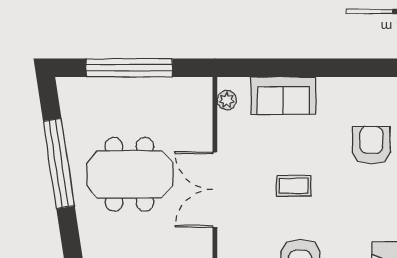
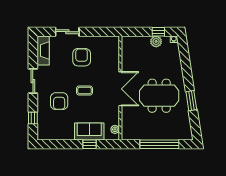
window: (283, 68) -> (90, 144), added
armchair: (371, 145) -> (59, 101), moved
window: (59, 163) -> (191, 101), width x0.47

